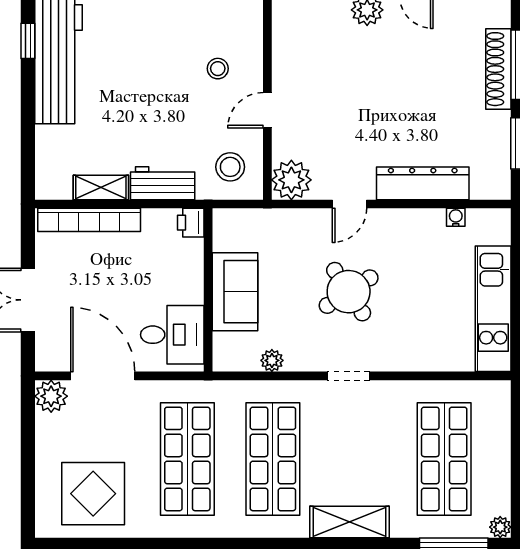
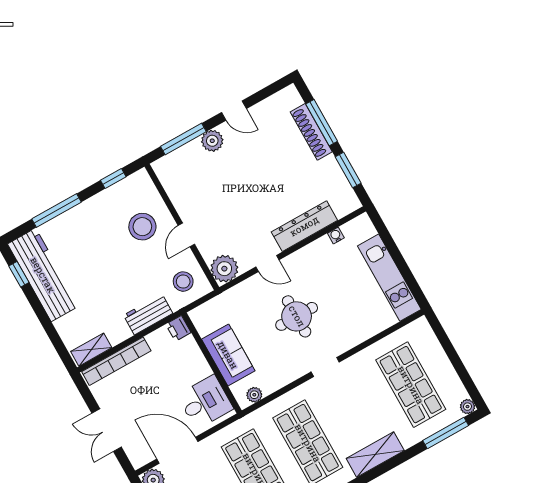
stool: (218, 69) -> (142, 227), width x1.89, depth x1.89
shelving: (101, 187) -> (91, 350), moved
door: (349, 204) -> (267, 263), hinge flipped
round table: (349, 292) -> (297, 316), turned 33
plant: (272, 360) -> (254, 395), moved

